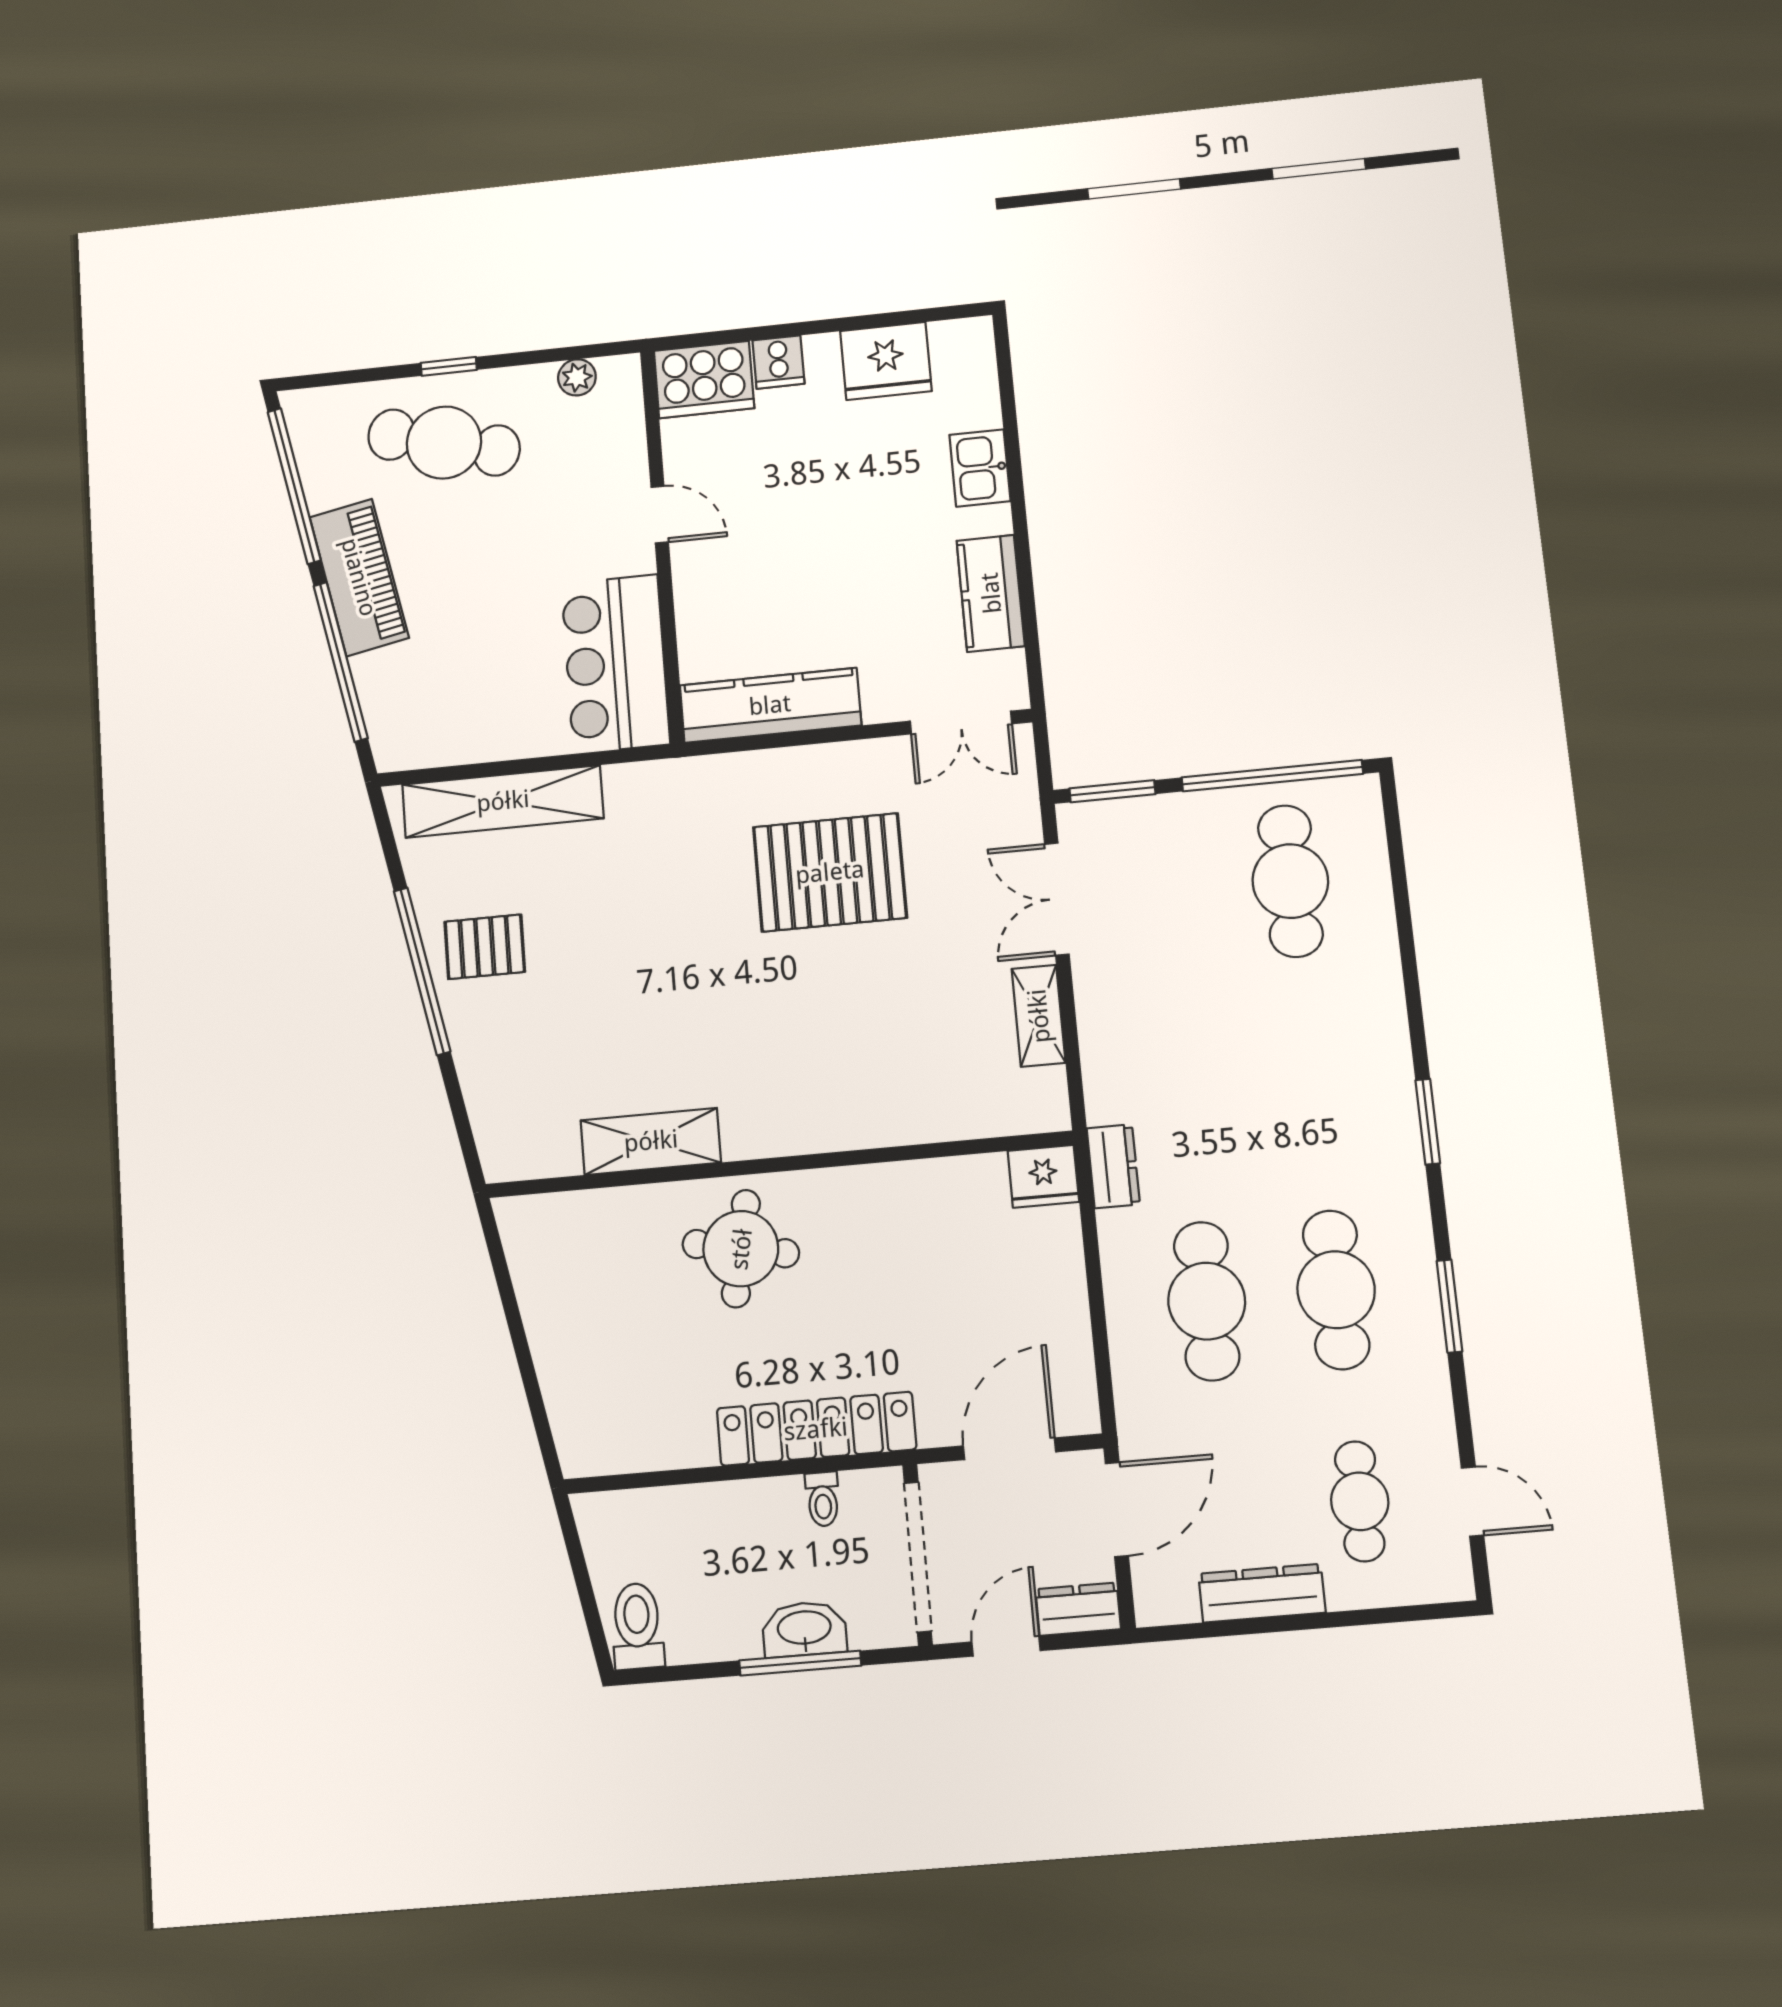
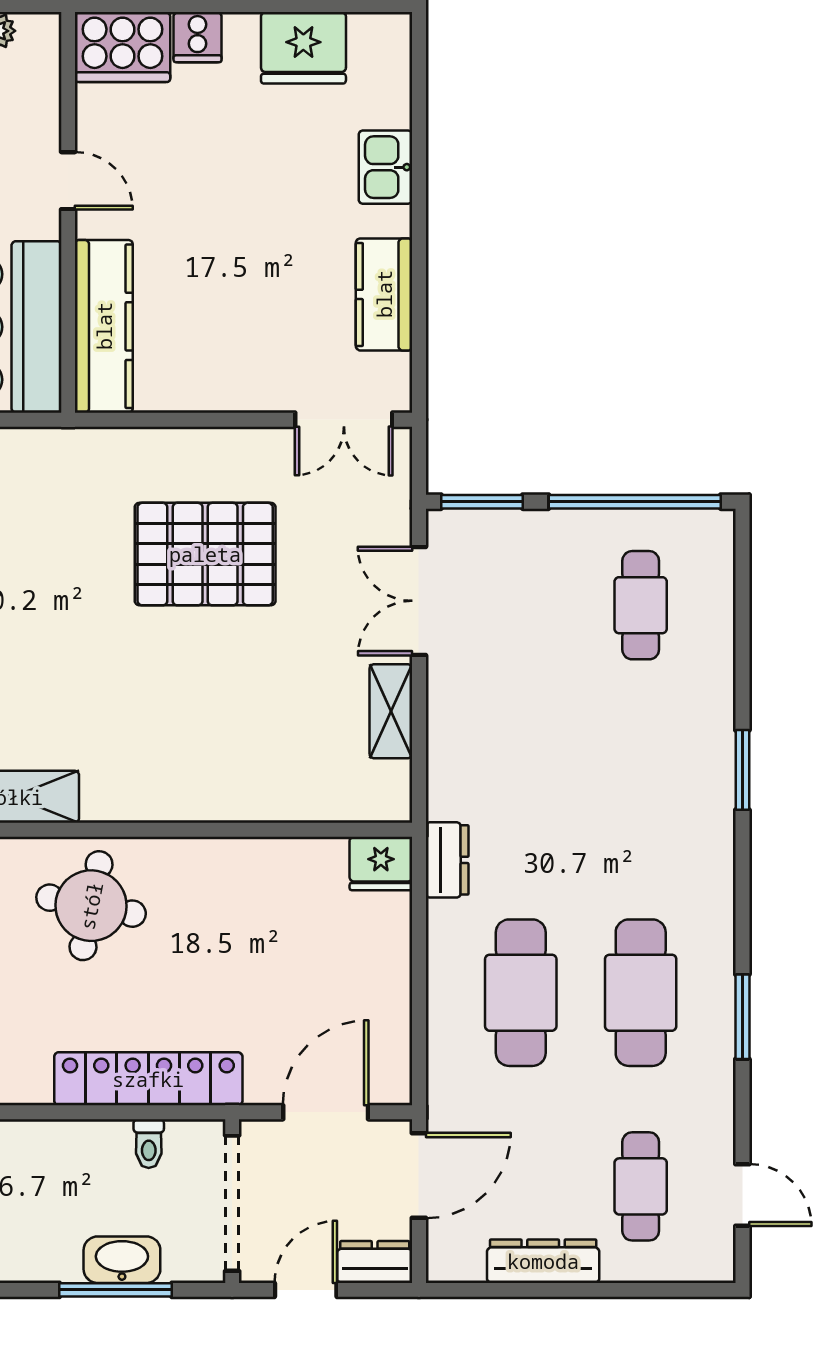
kitchen counter: (770, 705) -> (104, 326), moved, turned 90
cafe table: (1290, 881) -> (641, 605), width x0.73, depth x0.74
window: (1428, 1122) -> (742, 770), moved

